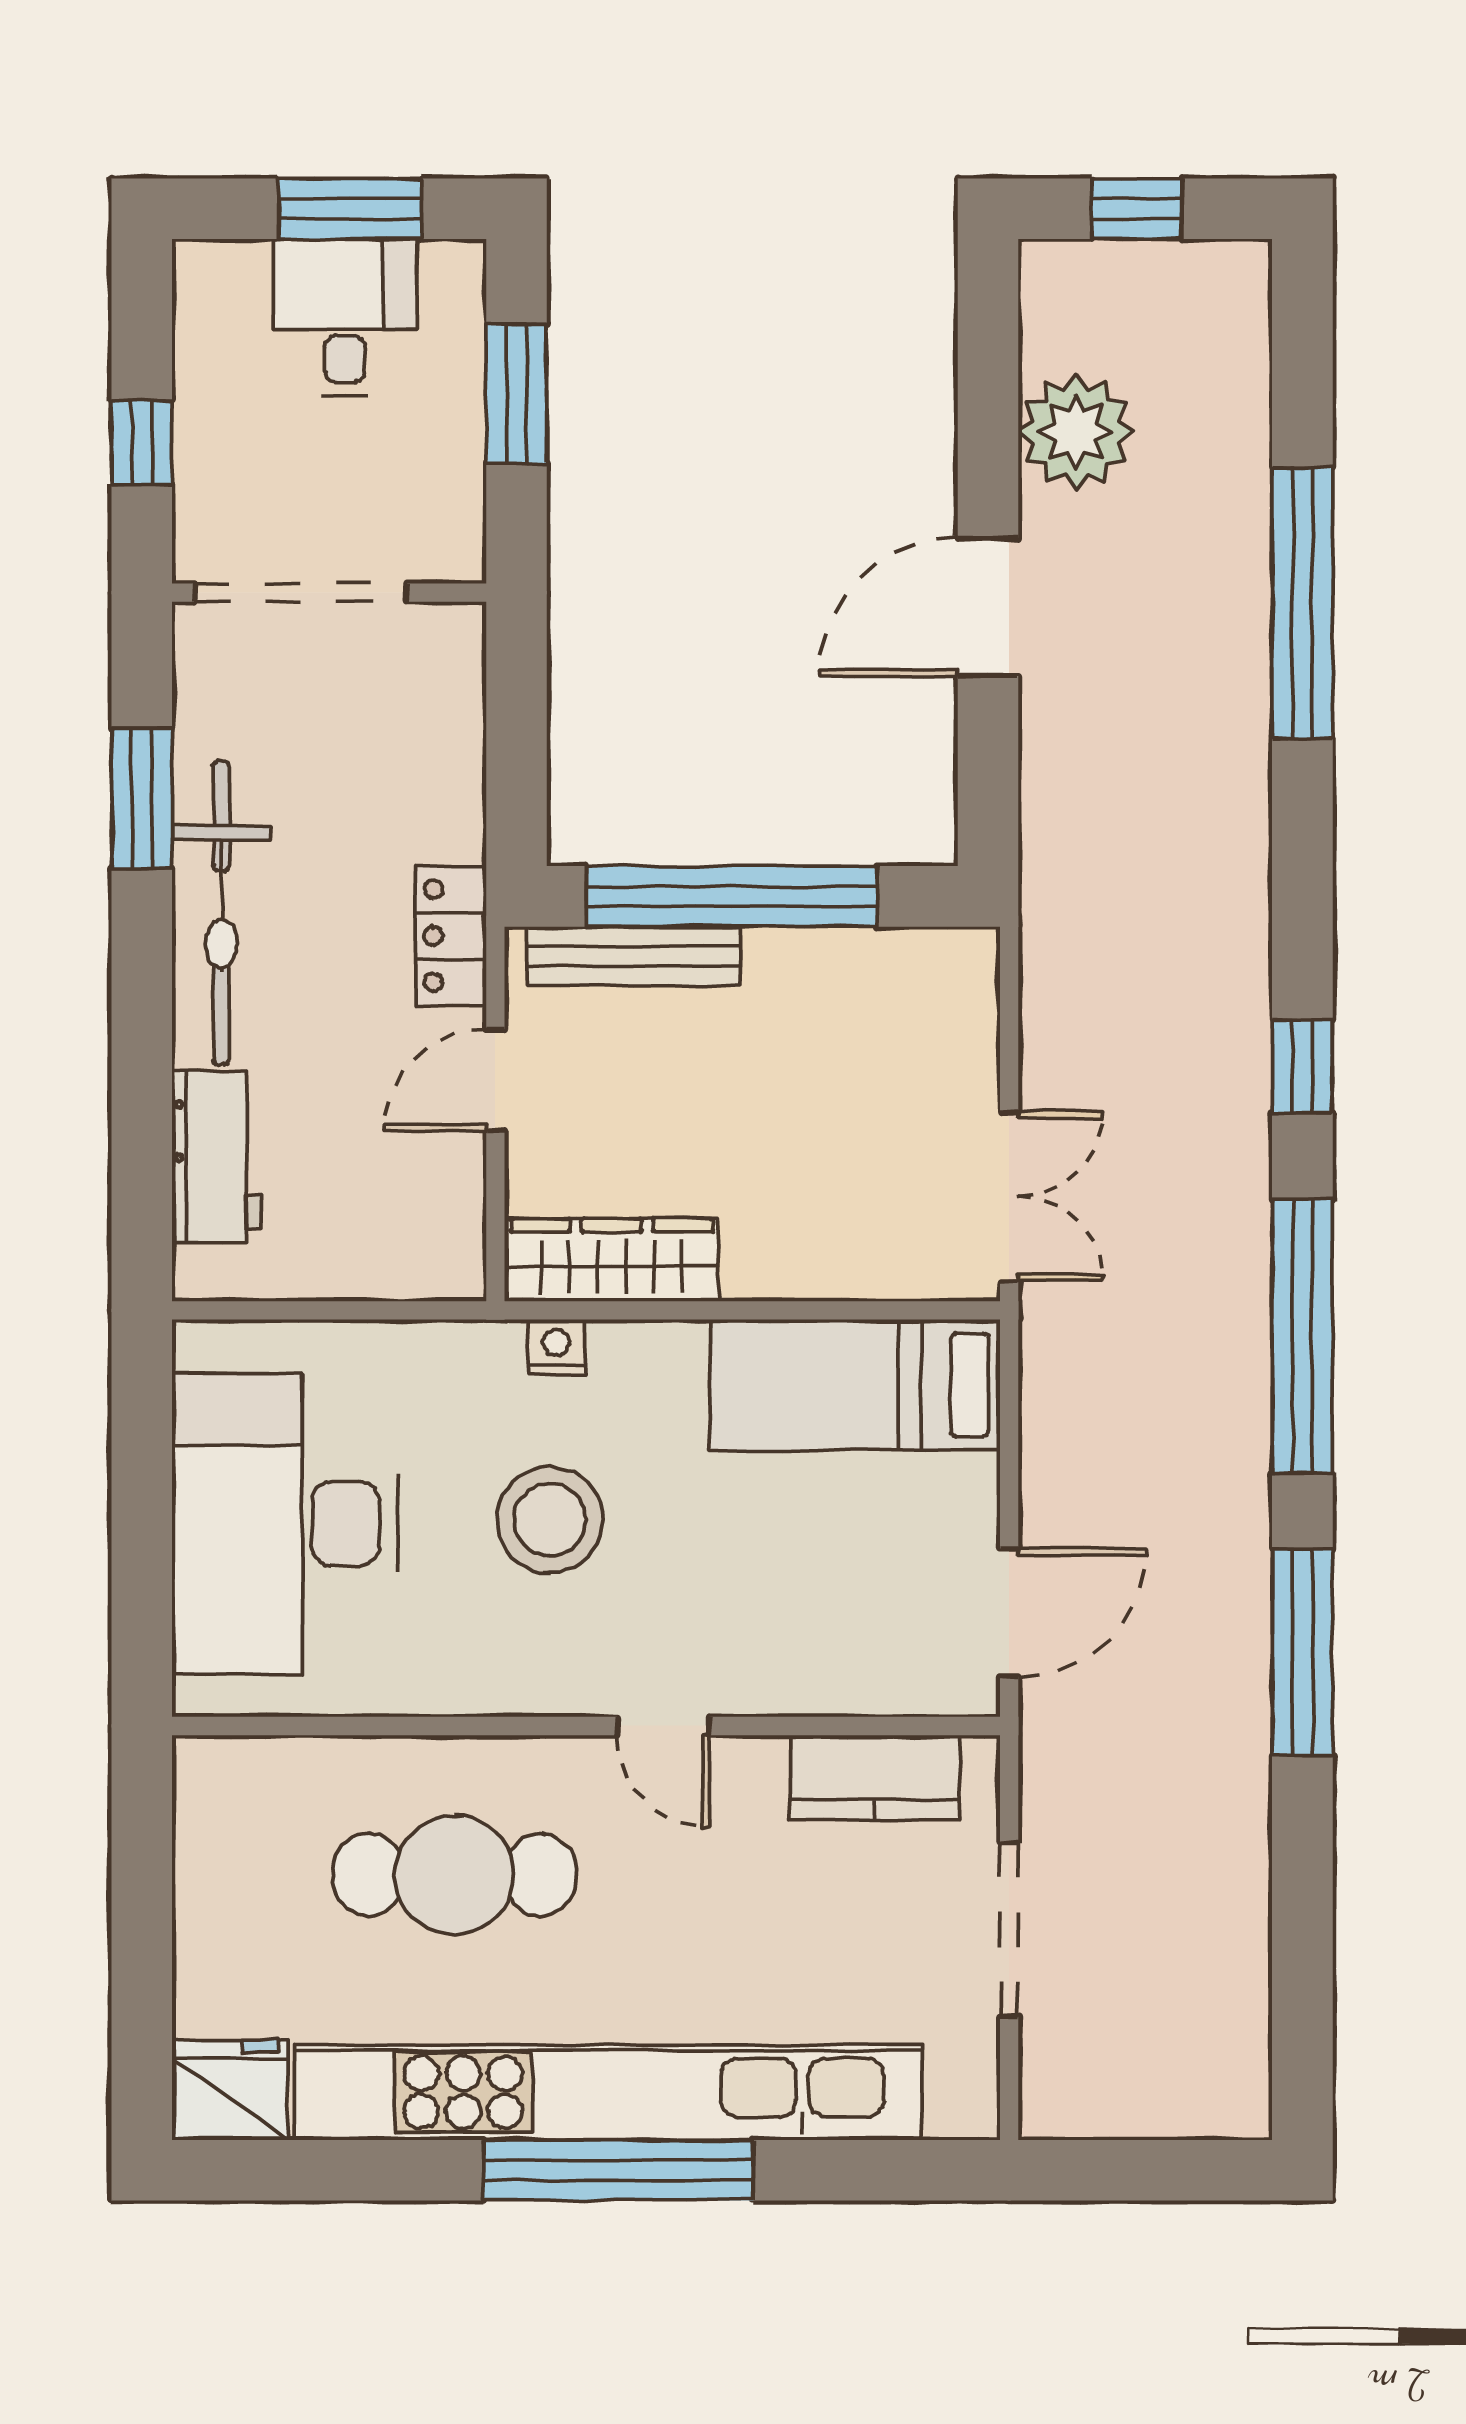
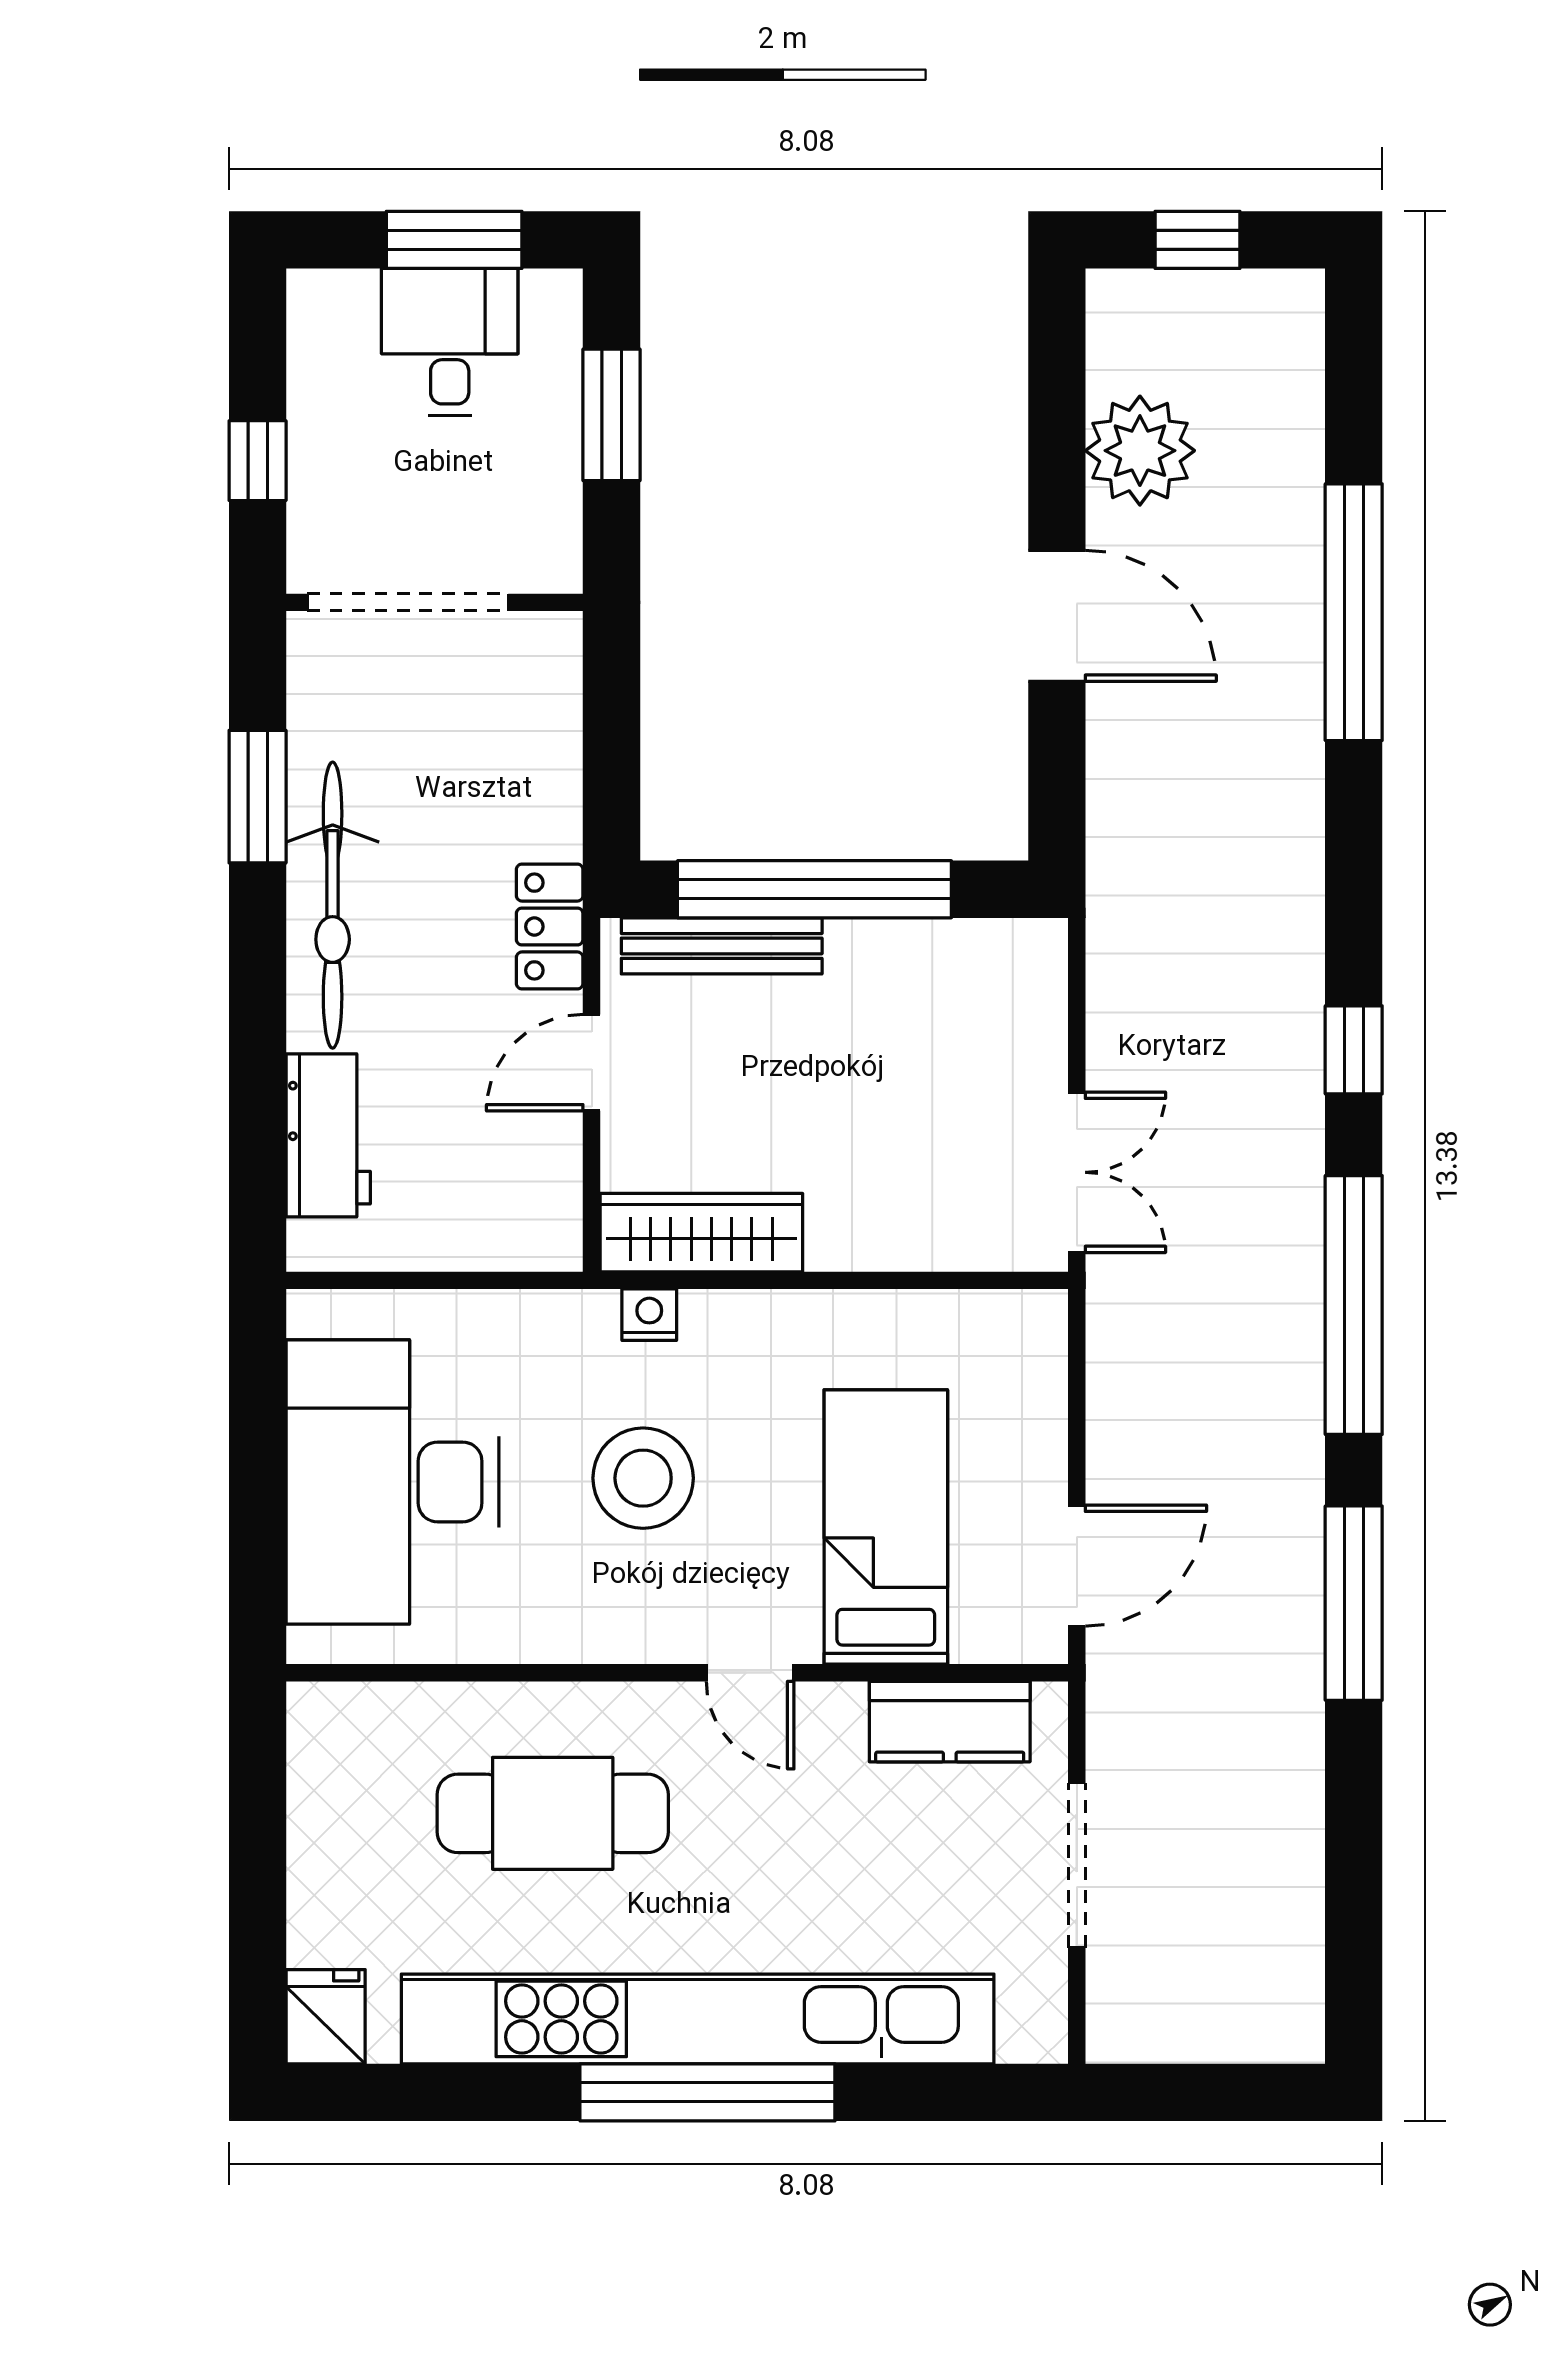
door: (988, 607) -> (1057, 616), swing flipped
bed: (855, 1385) -> (886, 1527), moved, turned 90
fridge: (230, 2090) -> (326, 2017), width x0.72

